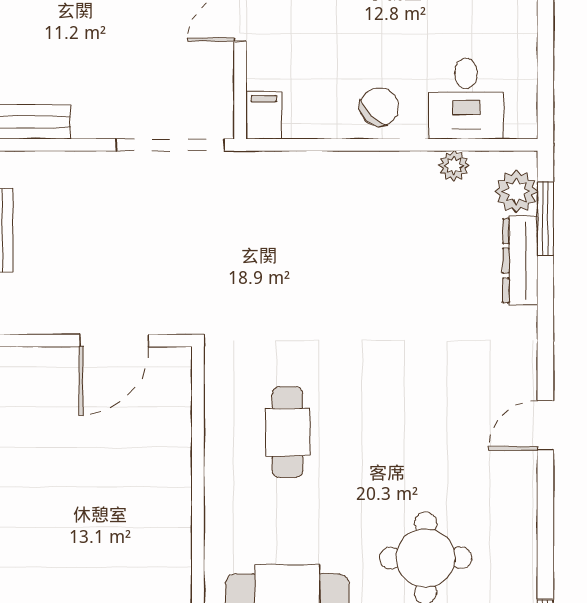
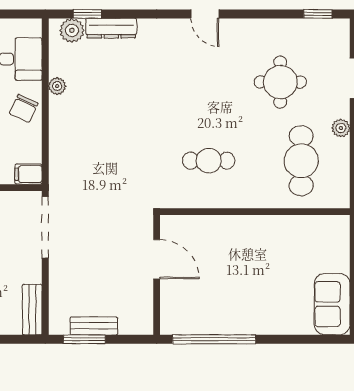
chair: (379, 107) -> (24, 108), turned -109
plant: (454, 166) -> (57, 86), moved
window: (545, 219) -> (87, 14), width x0.67

